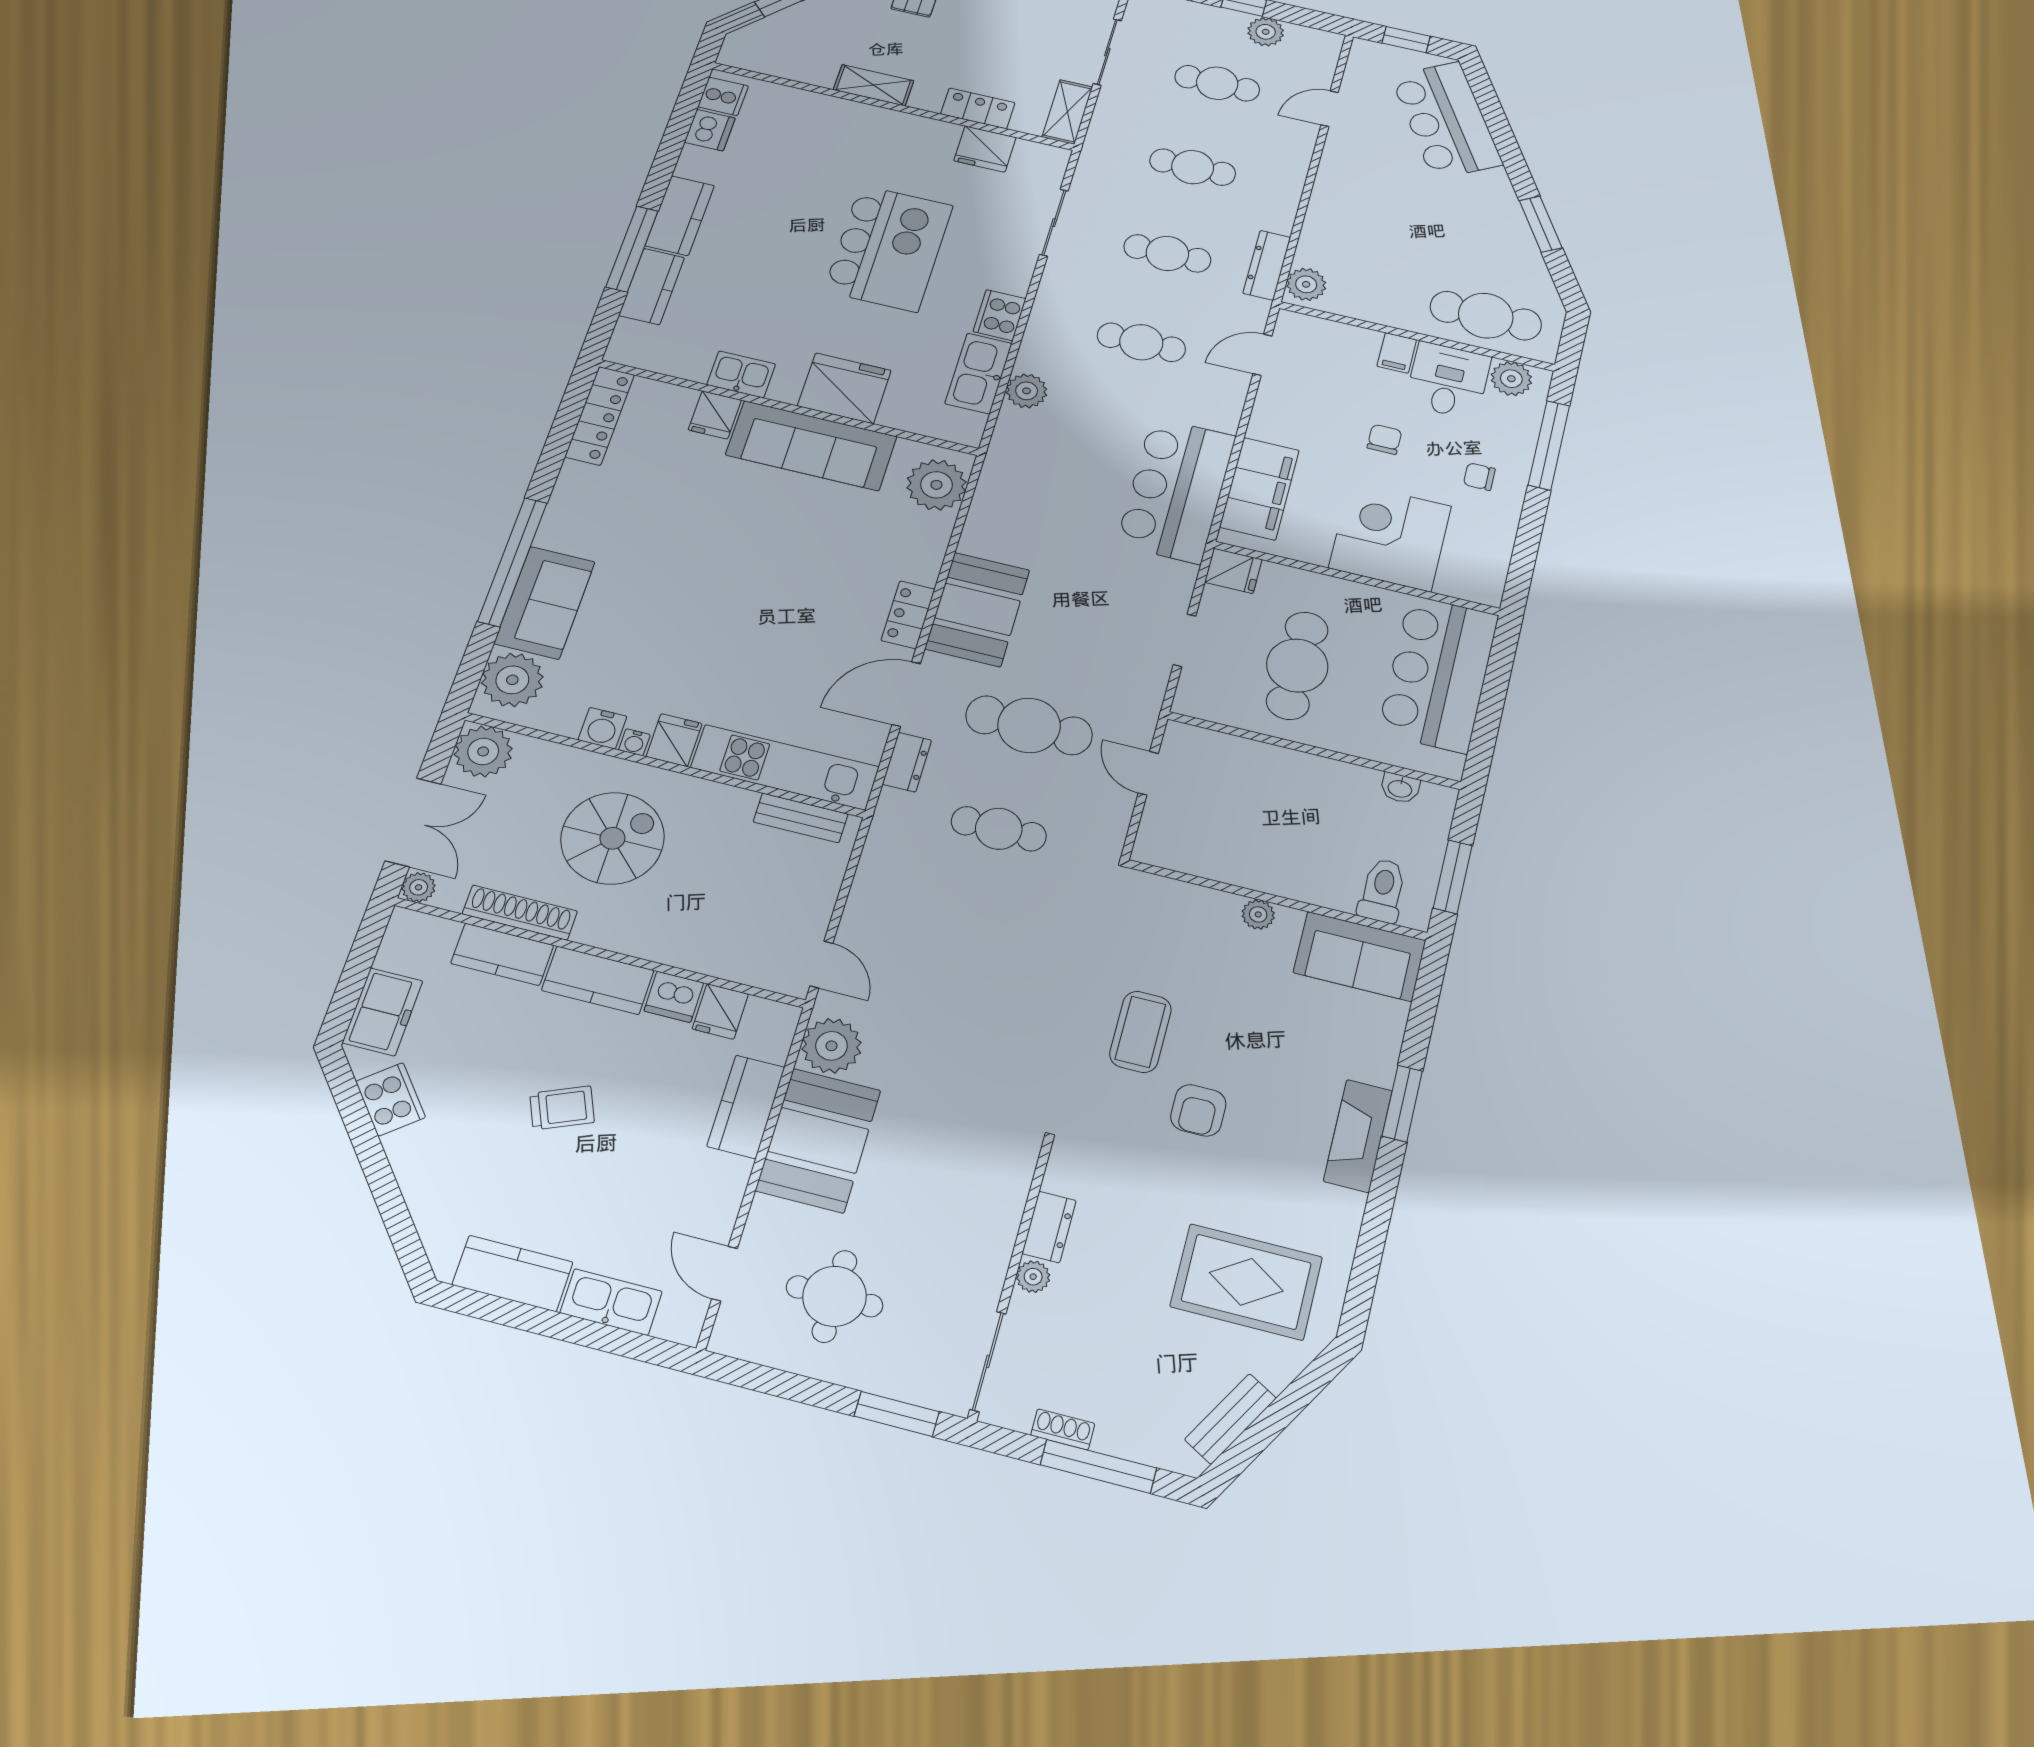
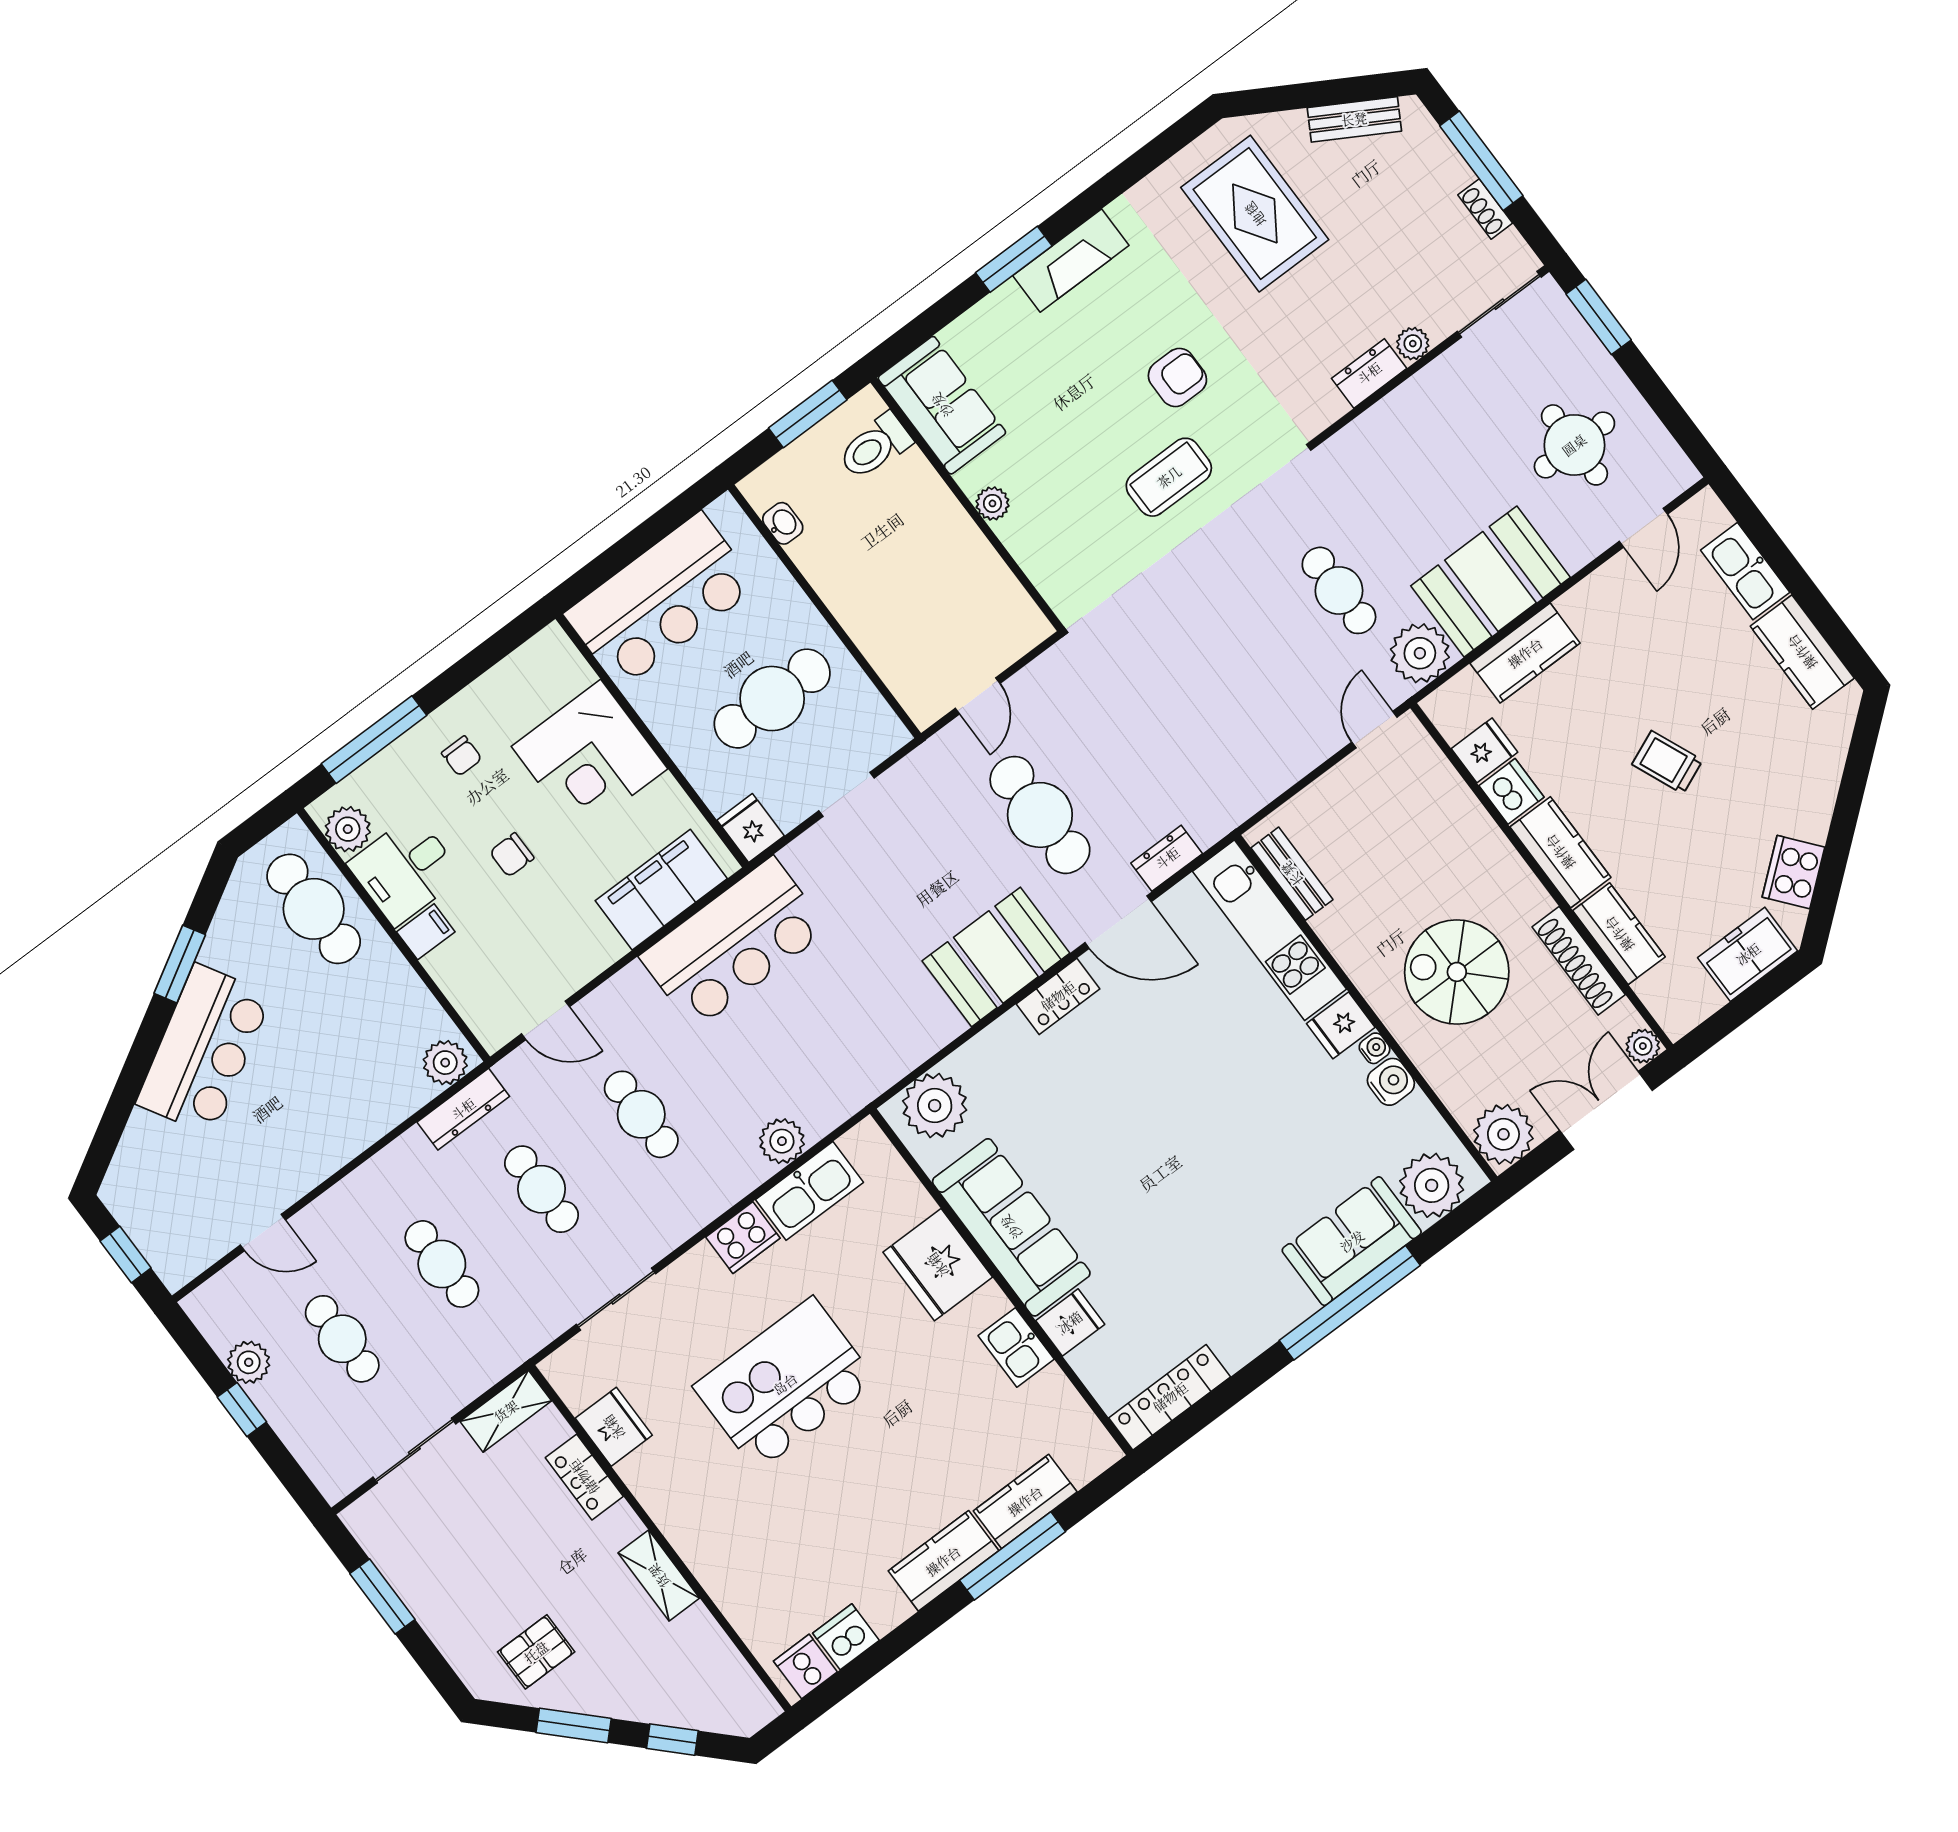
bar counter: (1446, 120) -> (204, 1049), moved
cafe table: (999, 829) -> (1339, 590), moved

